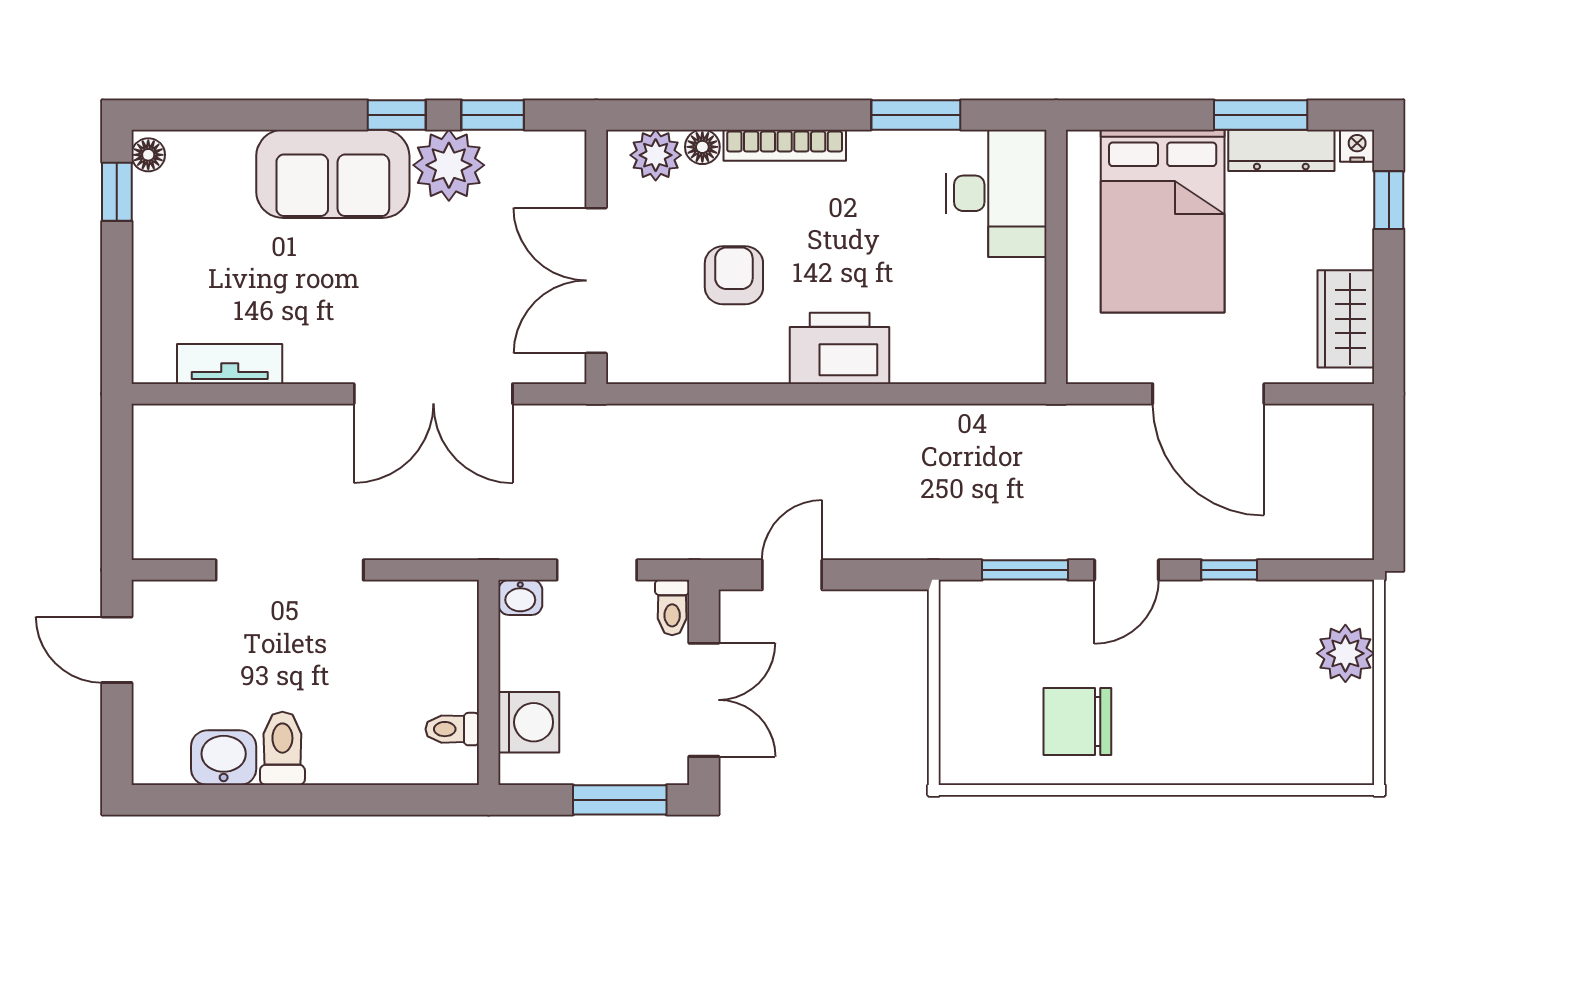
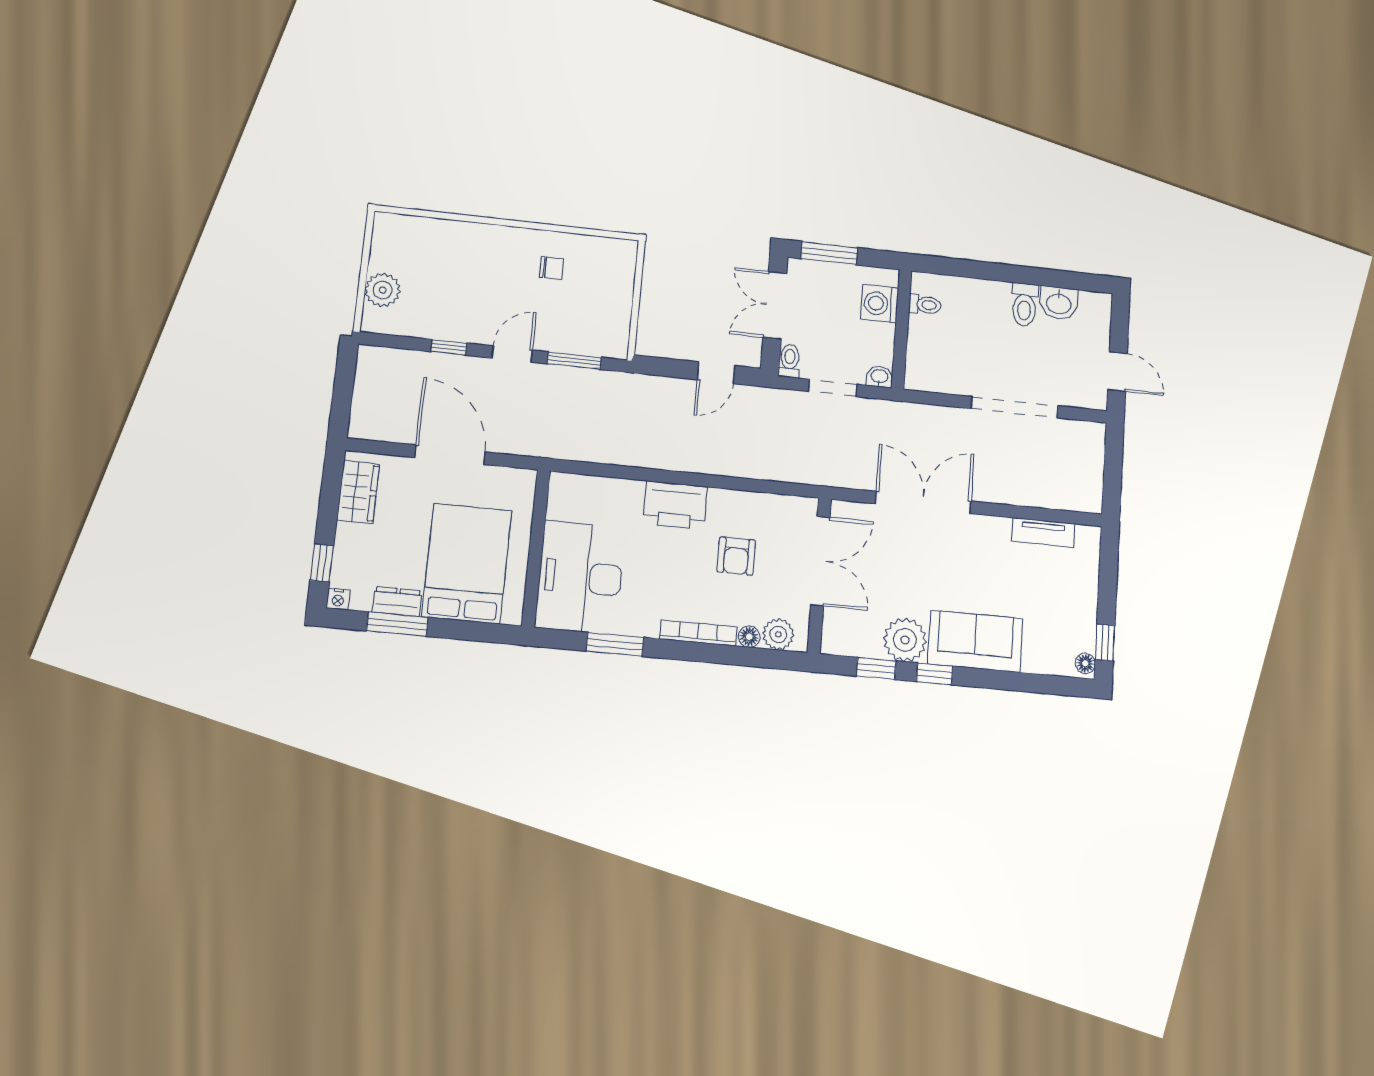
dresser: (1281, 150) -> (397, 602), width x0.70
desk: (996, 193) -> (580, 577), width x1.36, depth x1.30
chair: (1077, 721) -> (551, 268), width x0.54, depth x0.54

